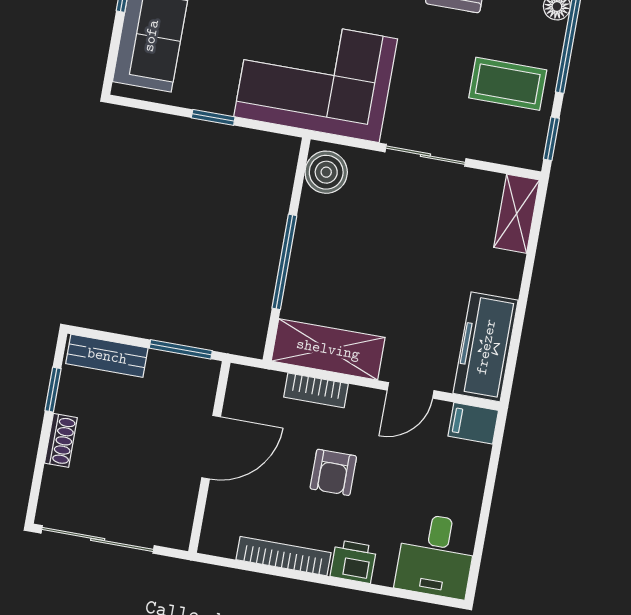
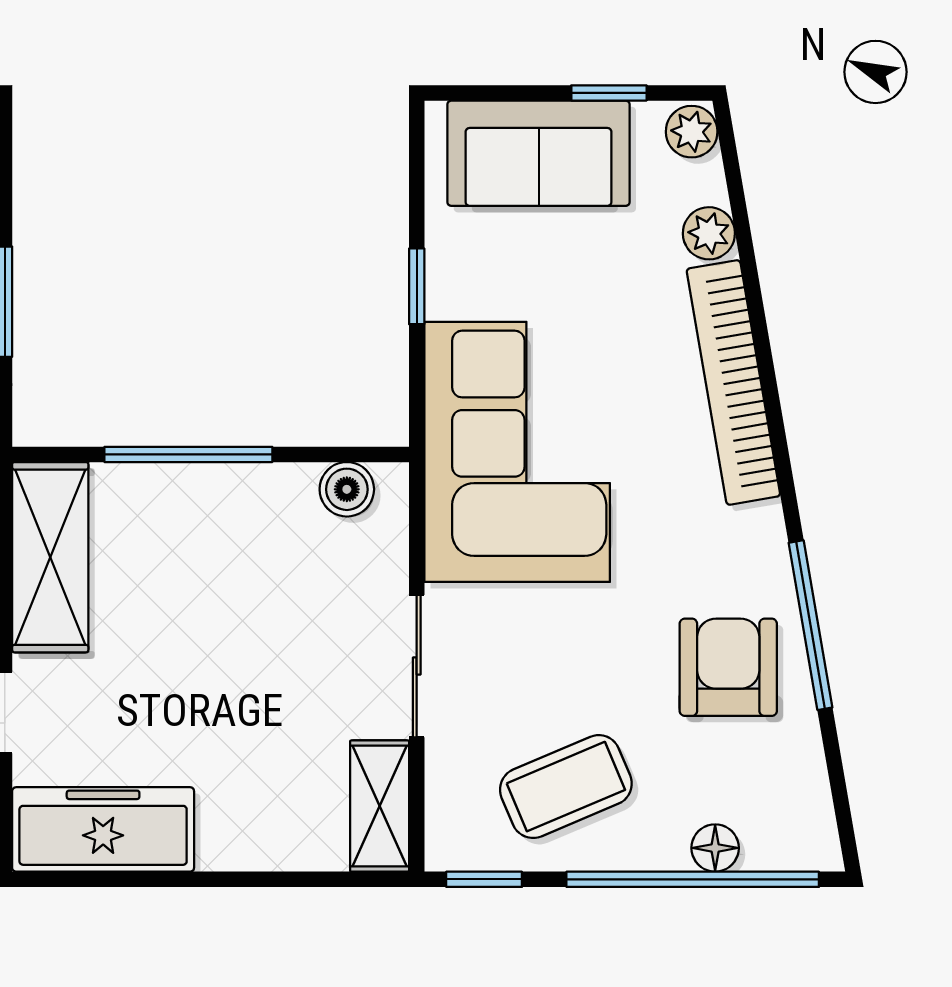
coffee table: (508, 84) -> (566, 787), turned 67
boiler: (326, 172) -> (347, 489), width x0.73, depth x0.73
shelving: (517, 214) -> (380, 806), moved, turned 90

